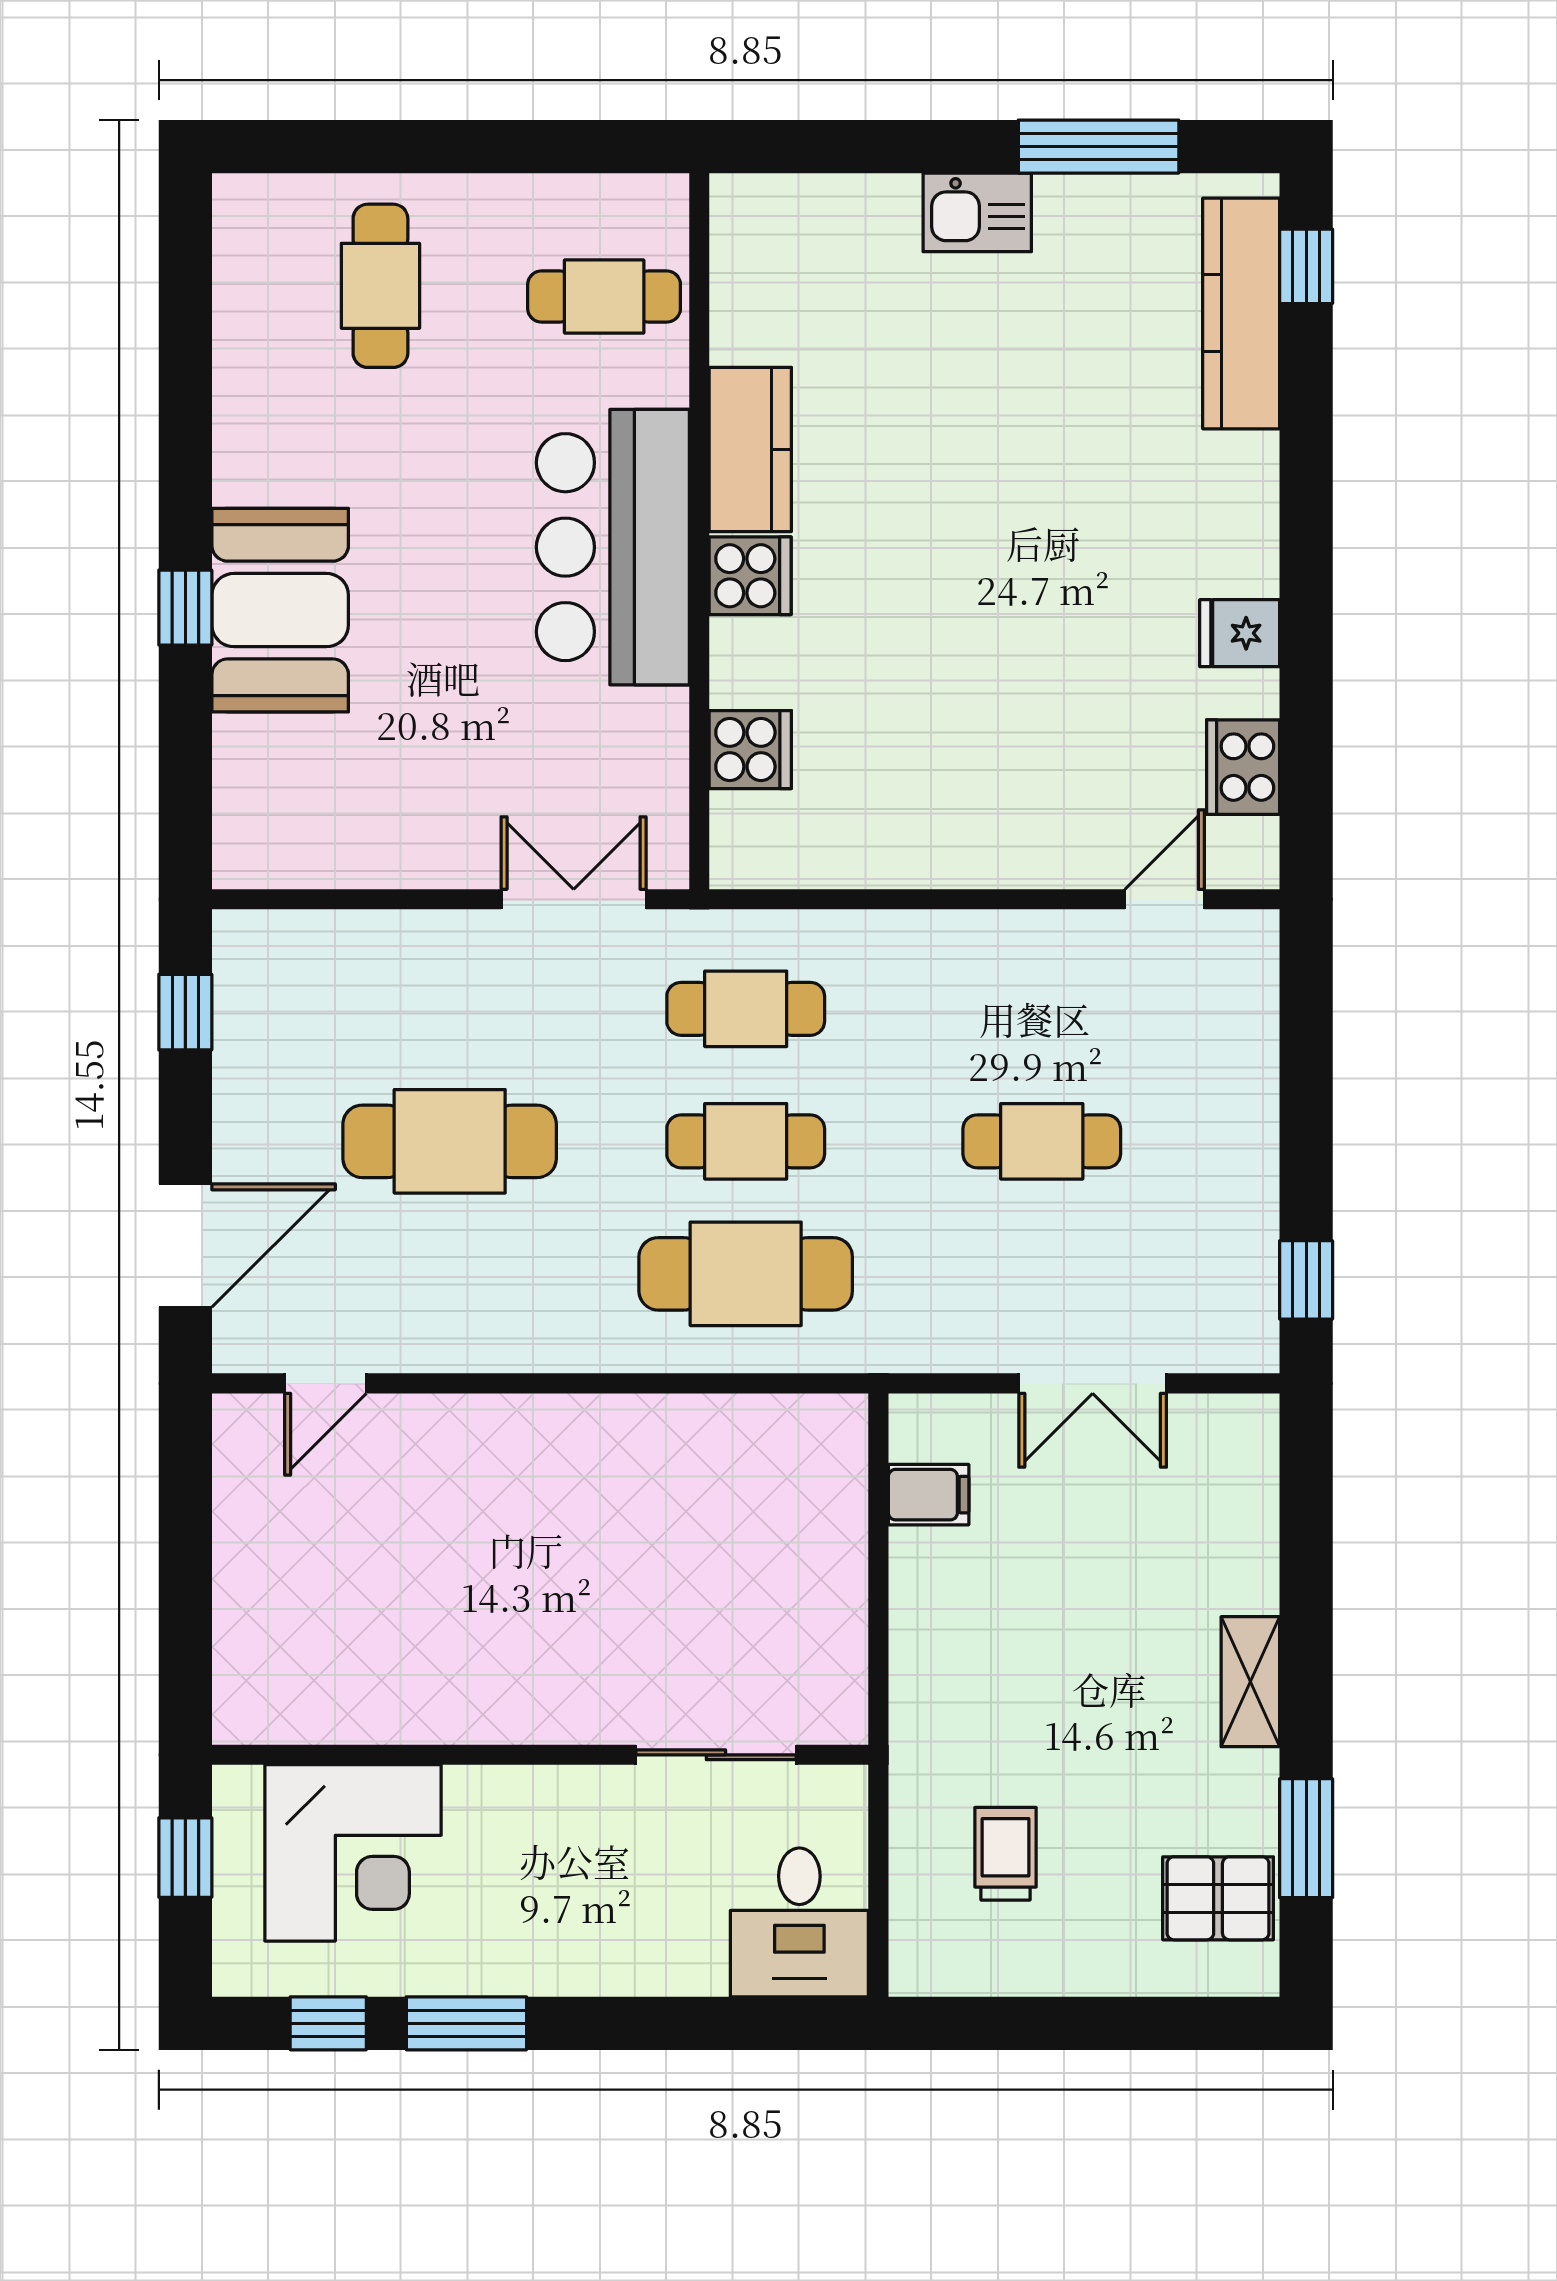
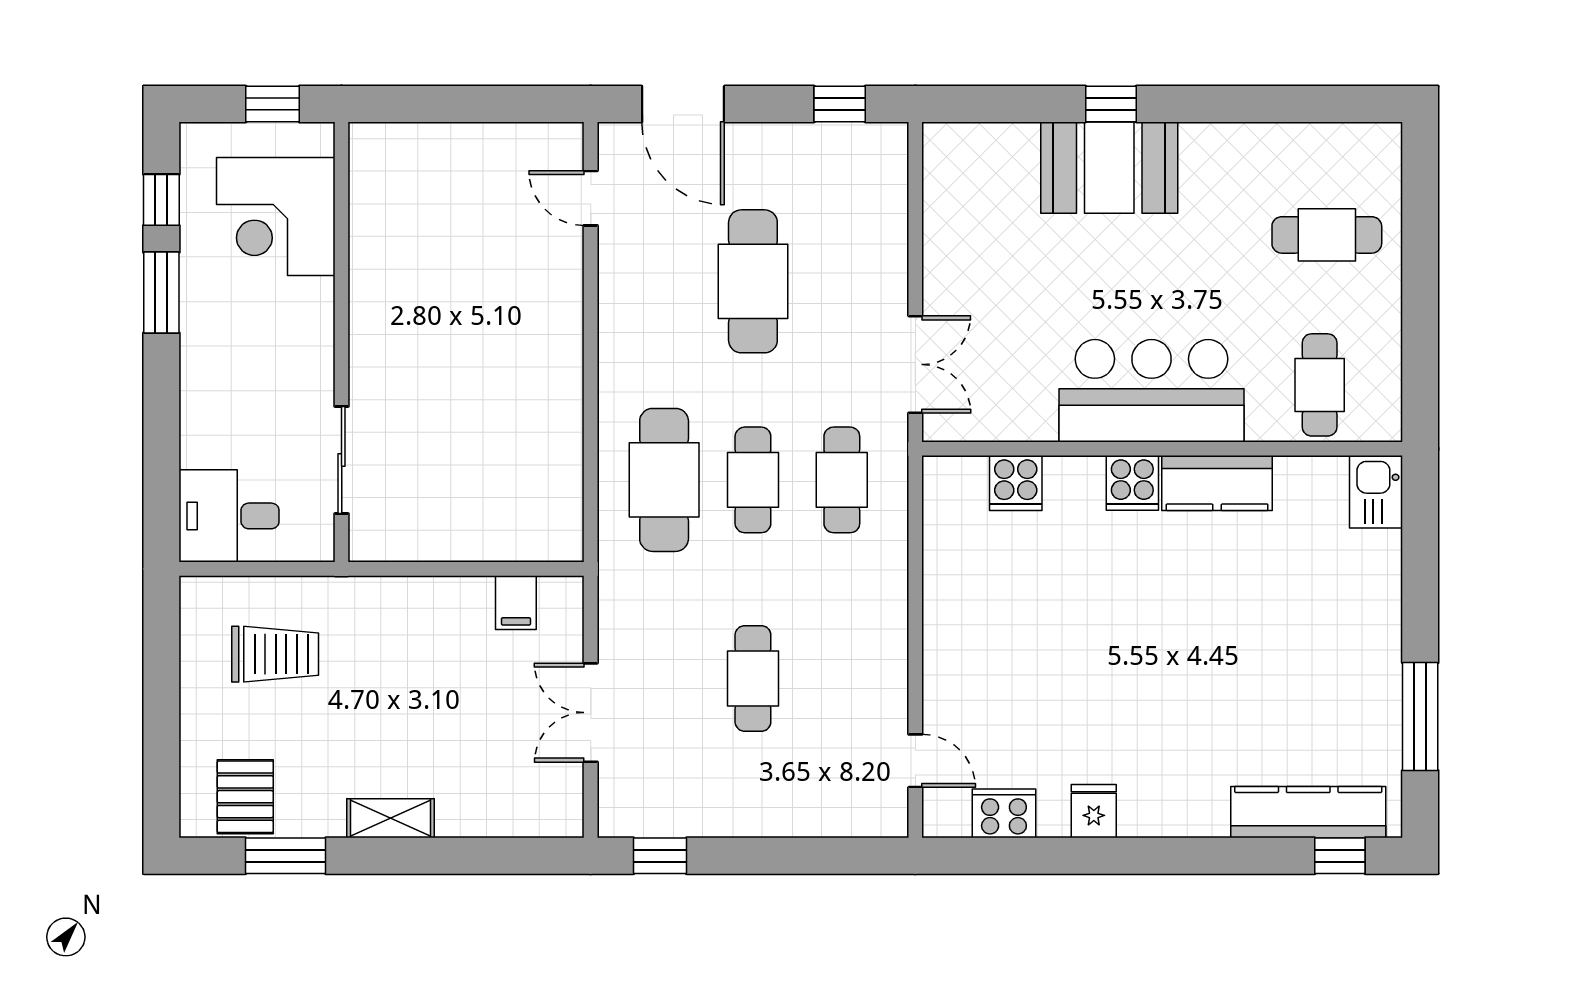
kitchen sink: (977, 212) -> (1376, 492), moved
trolley: (1005, 1854) -> (275, 654), width x1.36, depth x1.39

